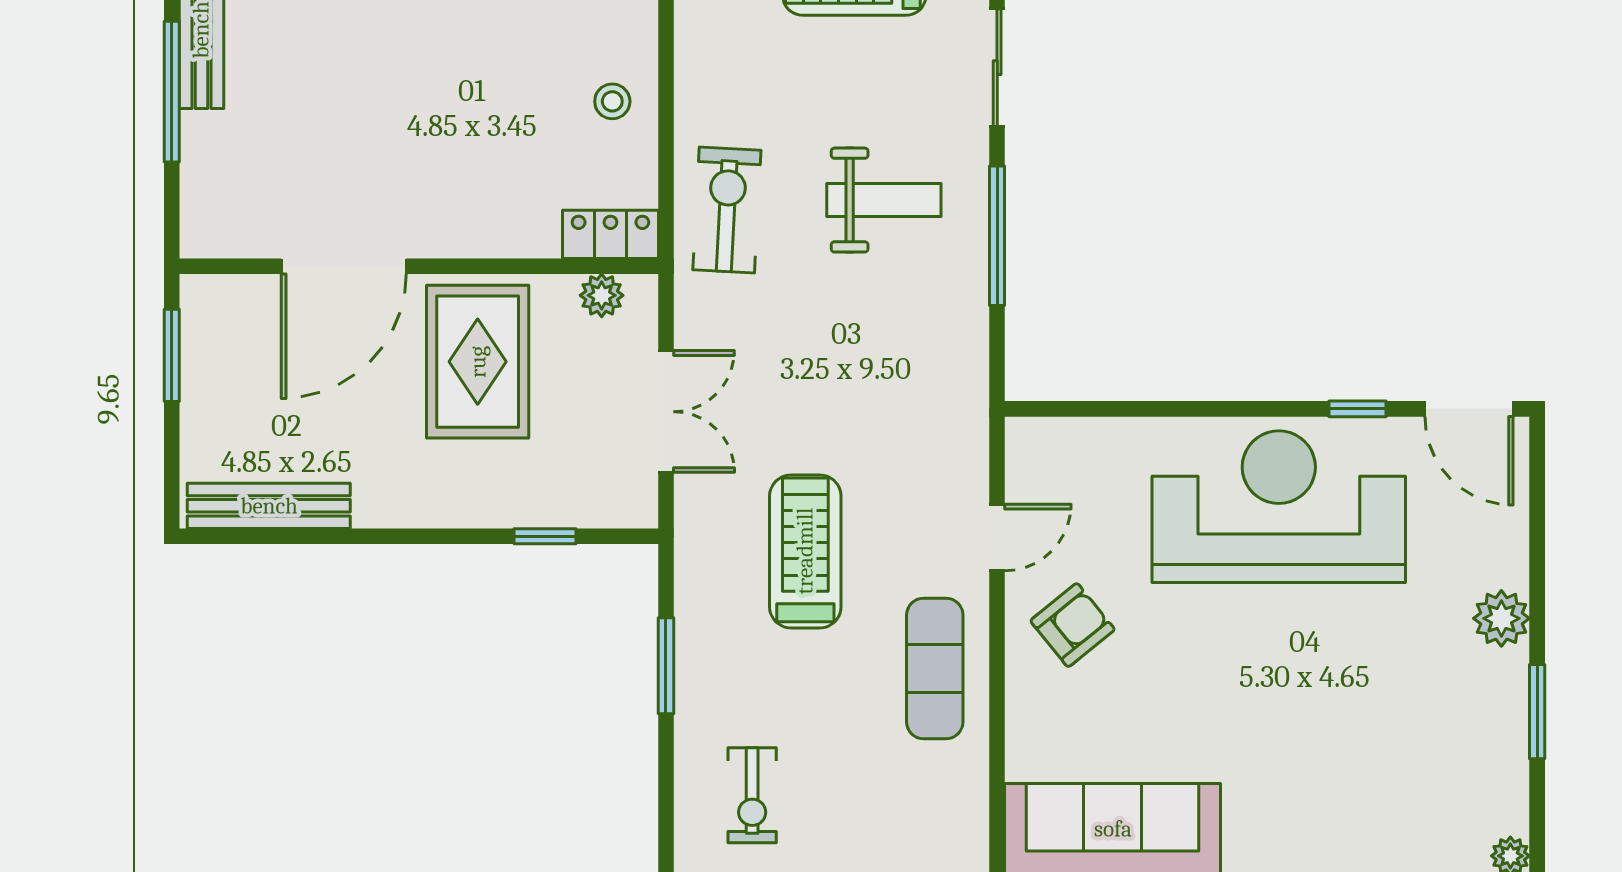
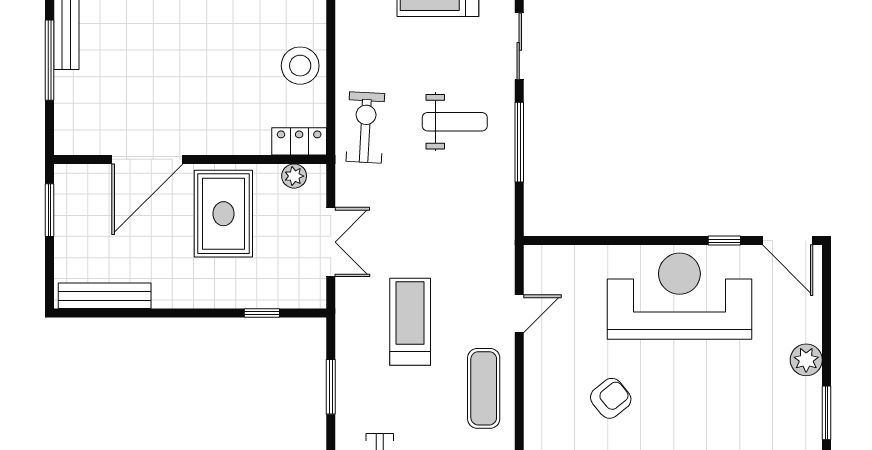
stool: (612, 101) -> (300, 66), width x1.89, depth x1.89
armchair: (1073, 625) -> (611, 398), moved

